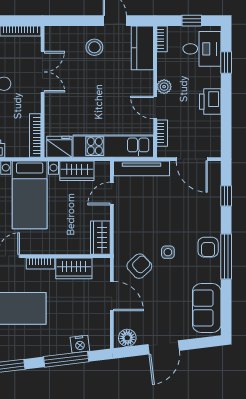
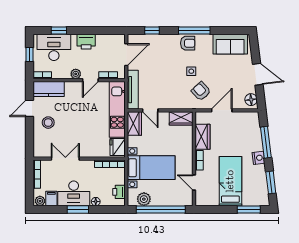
desk: (202, 49) -> (54, 47), width x1.37
wardrobe: (77, 171) -> (134, 123), moved
nightstand: (80, 344) -> (258, 158), moved

